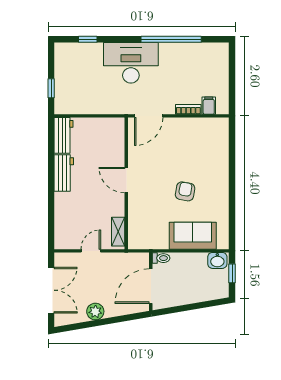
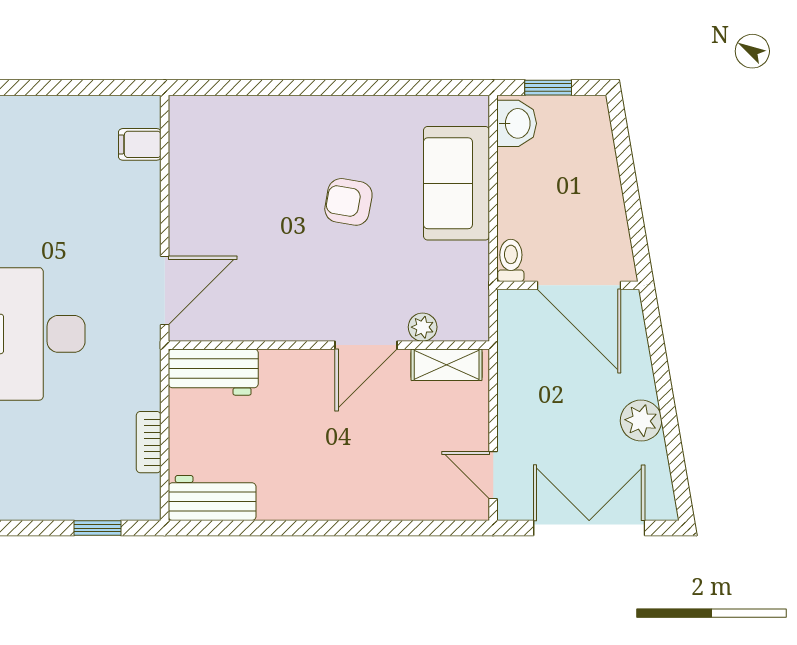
bookcase: (188, 109) -> (149, 442), moved
door: (149, 116) -> (165, 290), hinge flipped
workbench: (64, 173) -> (213, 372), moved, turned 180
door: (126, 180) -> (366, 345), moved
plant: (134, 222) -> (423, 327), added
door: (91, 251) -> (493, 475), moved

